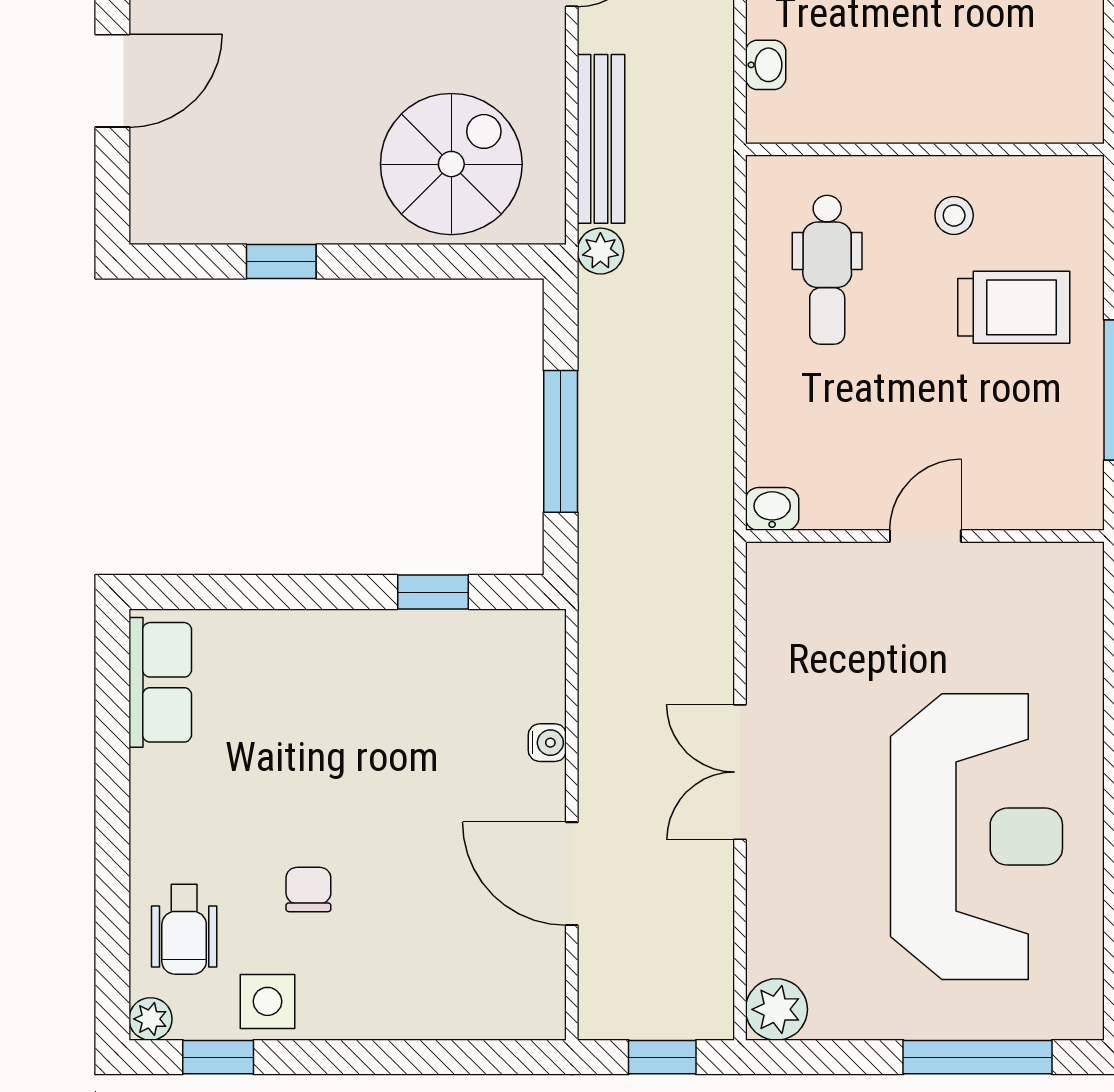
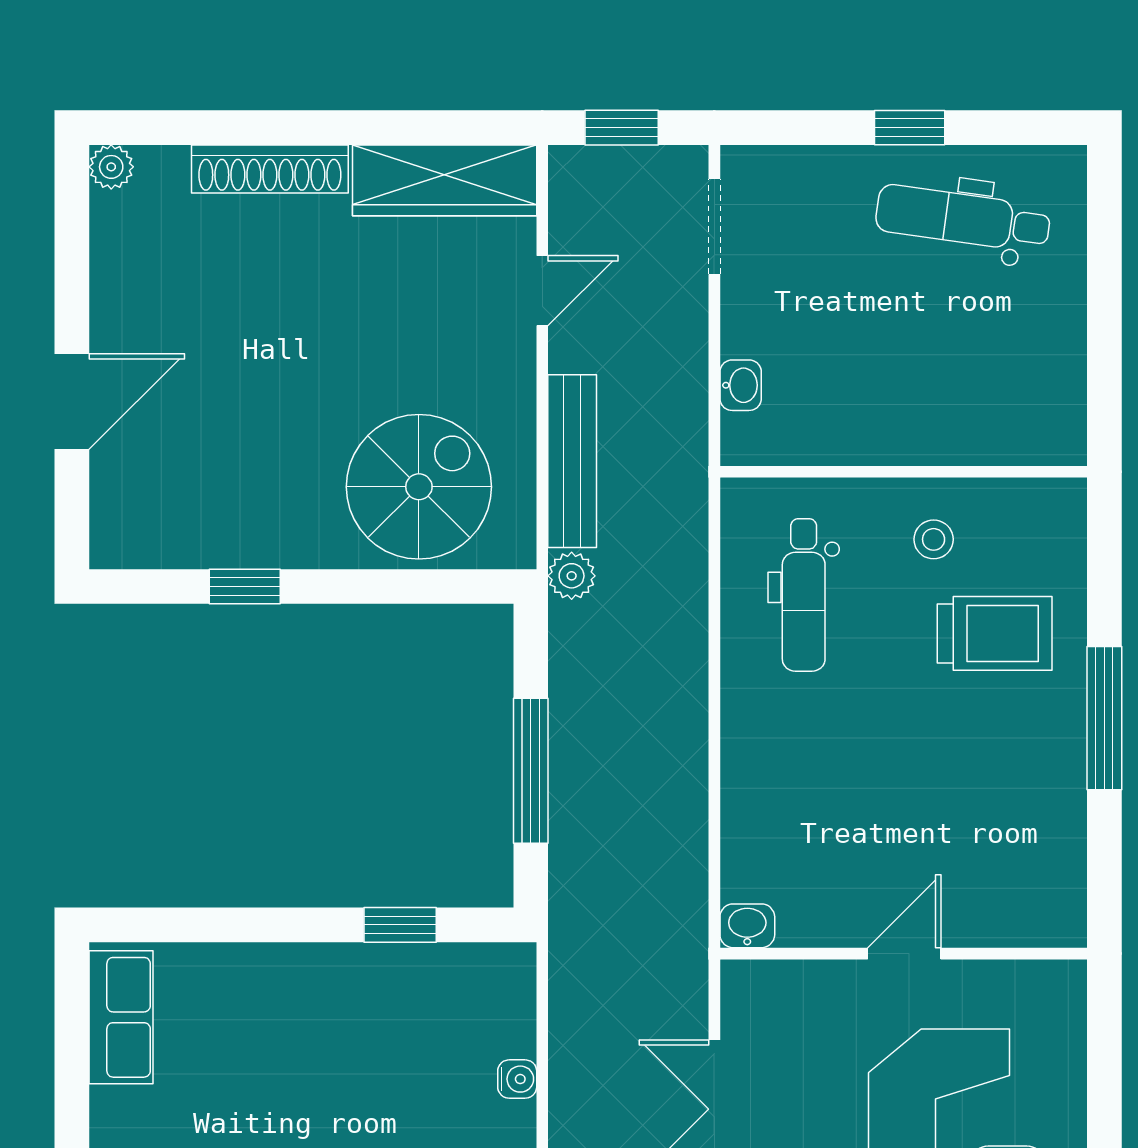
washbasin: (772, 509) -> (747, 926), moved
door: (925, 536) -> (904, 954), moved
wall: (925, 536) -> (904, 954), moved

